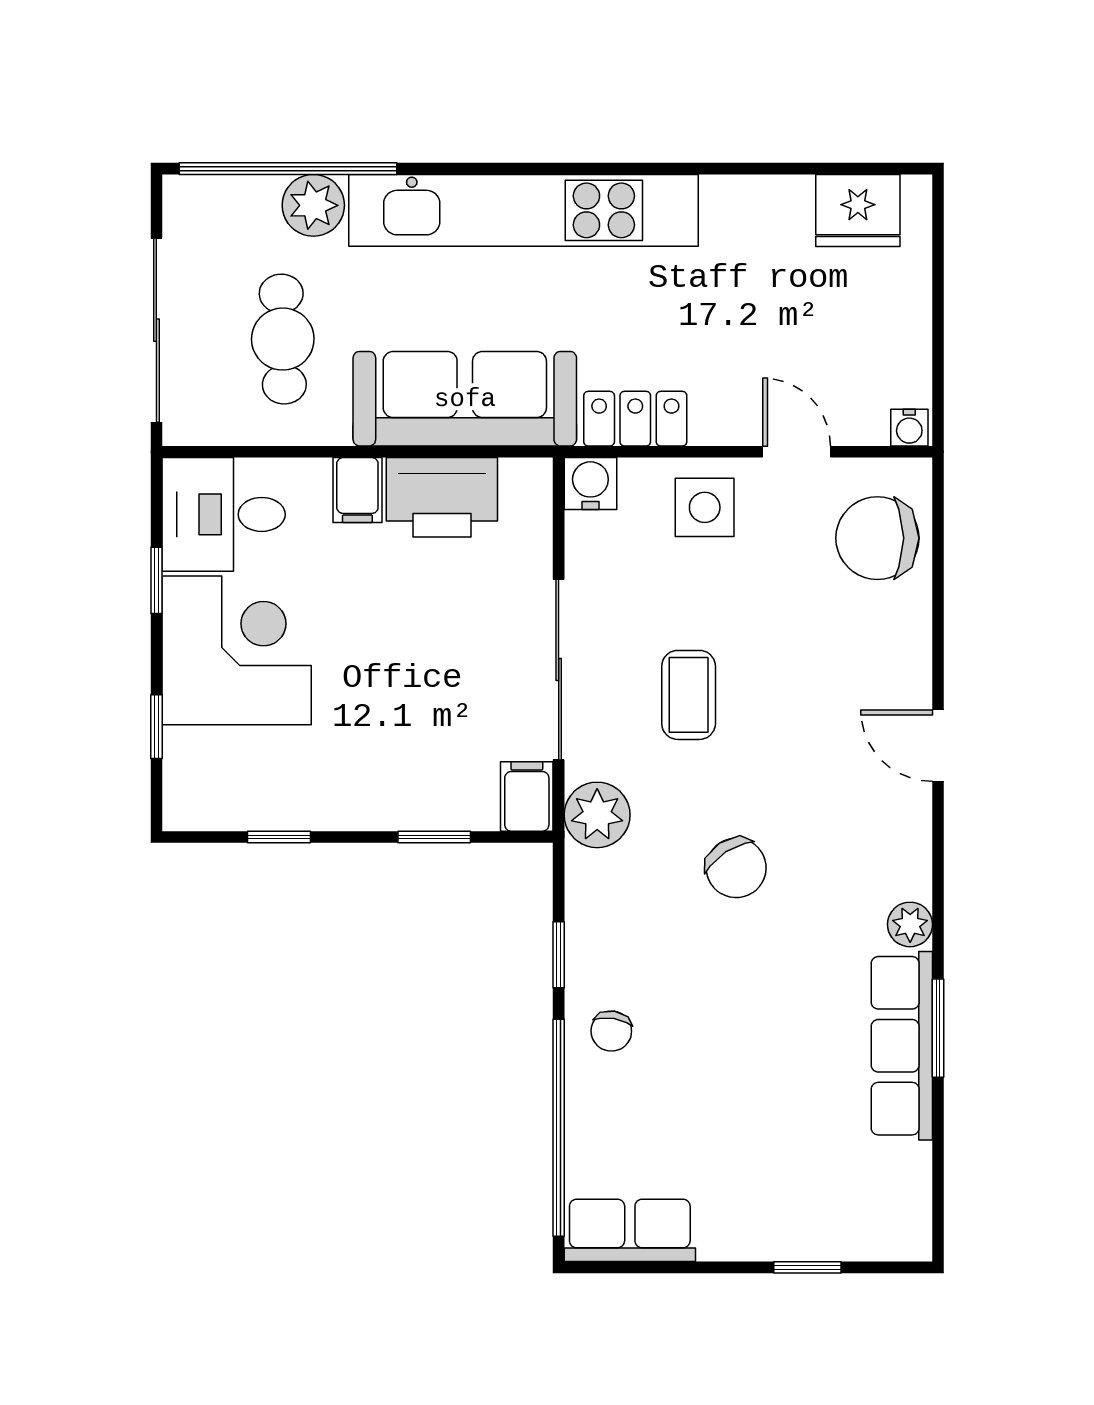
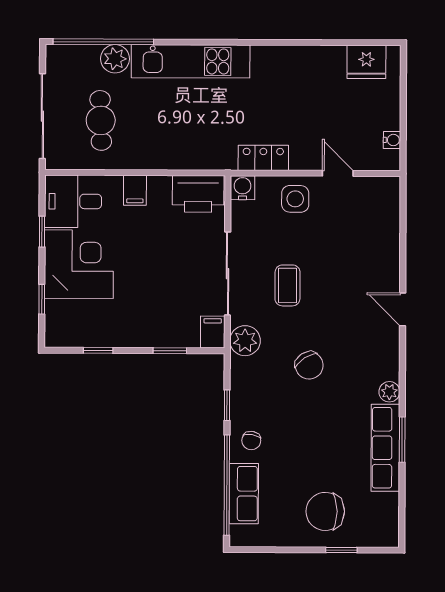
kitchen unit: (524, 210) -> (191, 61), width x0.73
sofa: (465, 399) -> (185, 148), removed
water cooler: (909, 428) -> (392, 140), moved, turned -90
printer: (442, 497) -> (198, 194), moved
chair: (877, 538) -> (325, 511), moved
row of seats: (630, 1230) -> (244, 494), moved, turned 90

